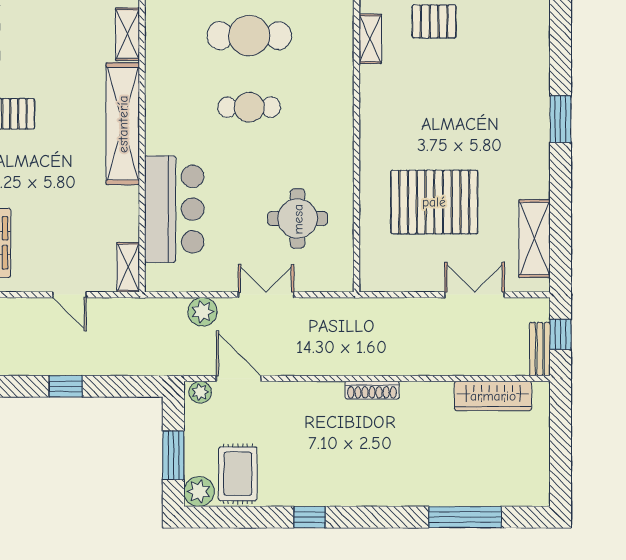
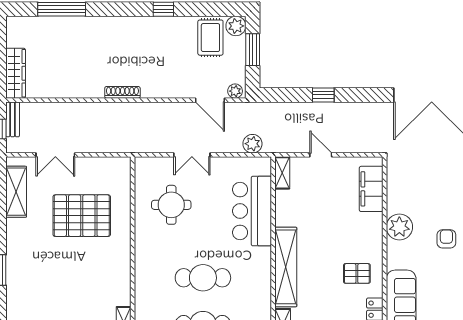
cafe table: (249, 107) -> (203, 278), width x1.37, depth x1.35
plant: (202, 312) -> (252, 144), moved
wardrobe: (493, 396) -> (16, 73), moved, turned 90

